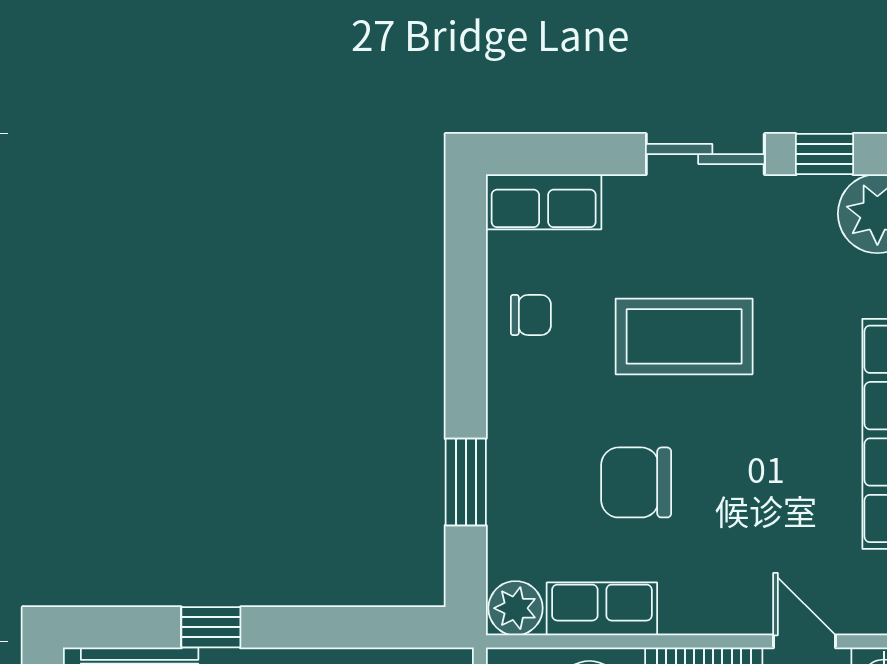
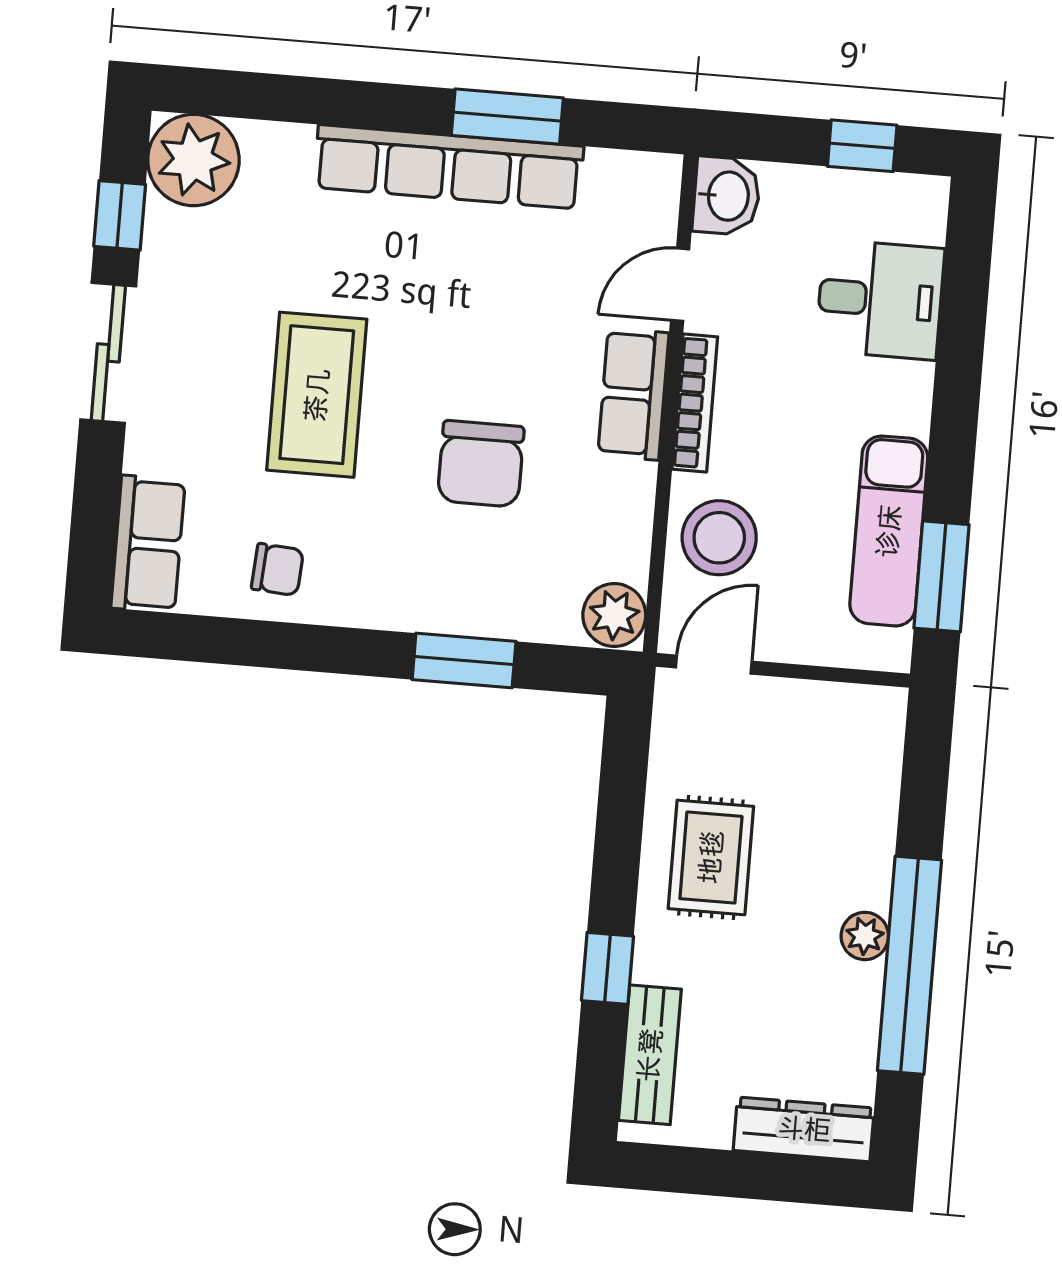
chair: (531, 315) -> (277, 569), turned 94
row of seats: (602, 609) -> (633, 394), moved

